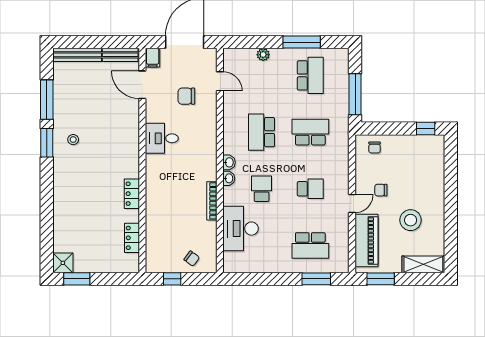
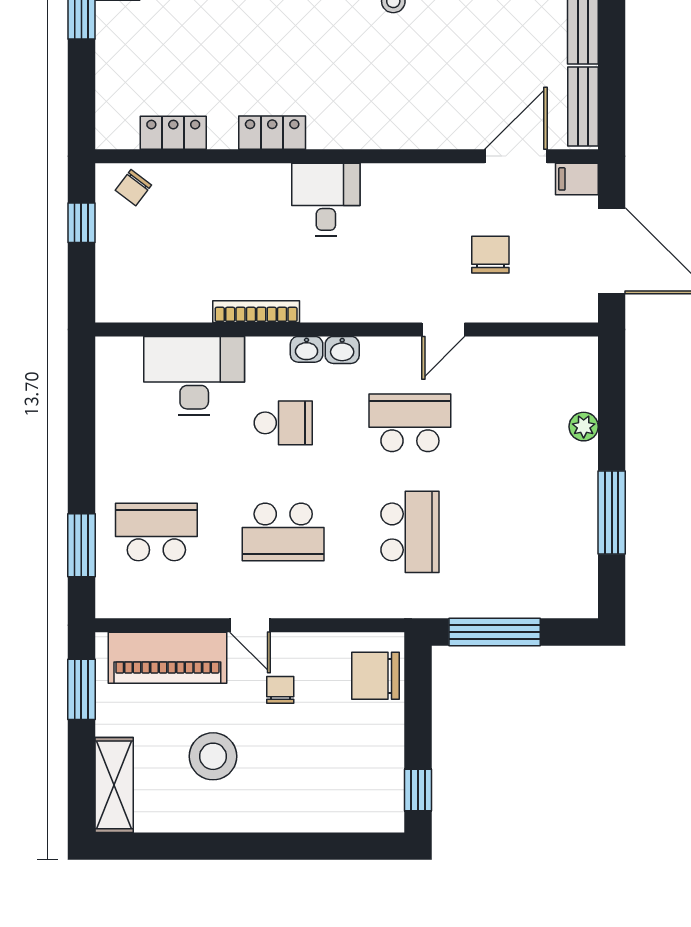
school desk: (310, 75) -> (537, 532), removed
door: (220, 81) -> (443, 330), moved
desk: (162, 138) -> (326, 200), moved
chair: (375, 148) -> (376, 676), width x1.87, depth x1.87
school desk: (310, 189) -> (283, 532), width x1.85
school desk: (310, 245) -> (156, 532), turned 90
chair: (192, 259) -> (133, 188), moved

